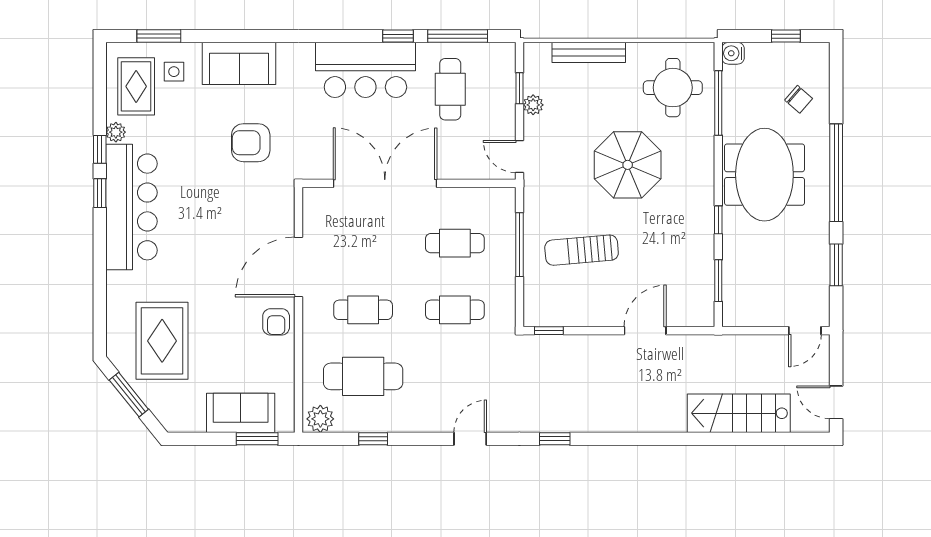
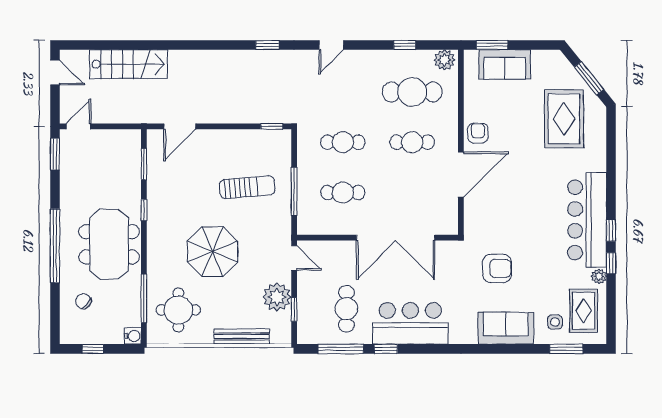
plant: (533, 105) -> (277, 297), width x1.88, depth x1.88
window: (836, 265) -> (55, 154), moved
door: (645, 331) -> (180, 126), moved

